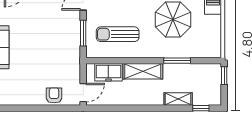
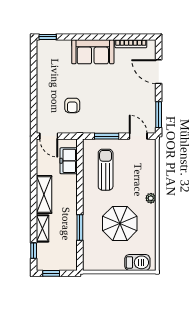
shelving: (143, 71) -> (44, 195), moved
window: (224, 76) -> (51, 273), moved
armchair: (54, 95) -> (72, 105), moved, turned 90

